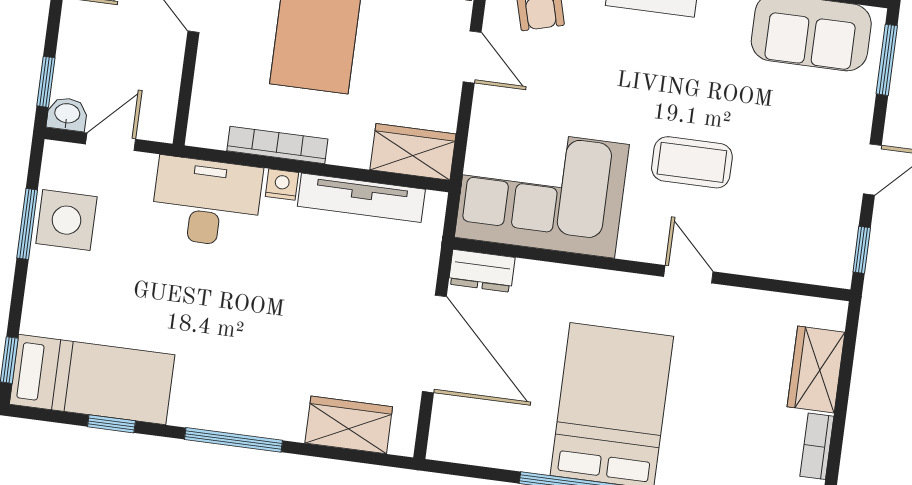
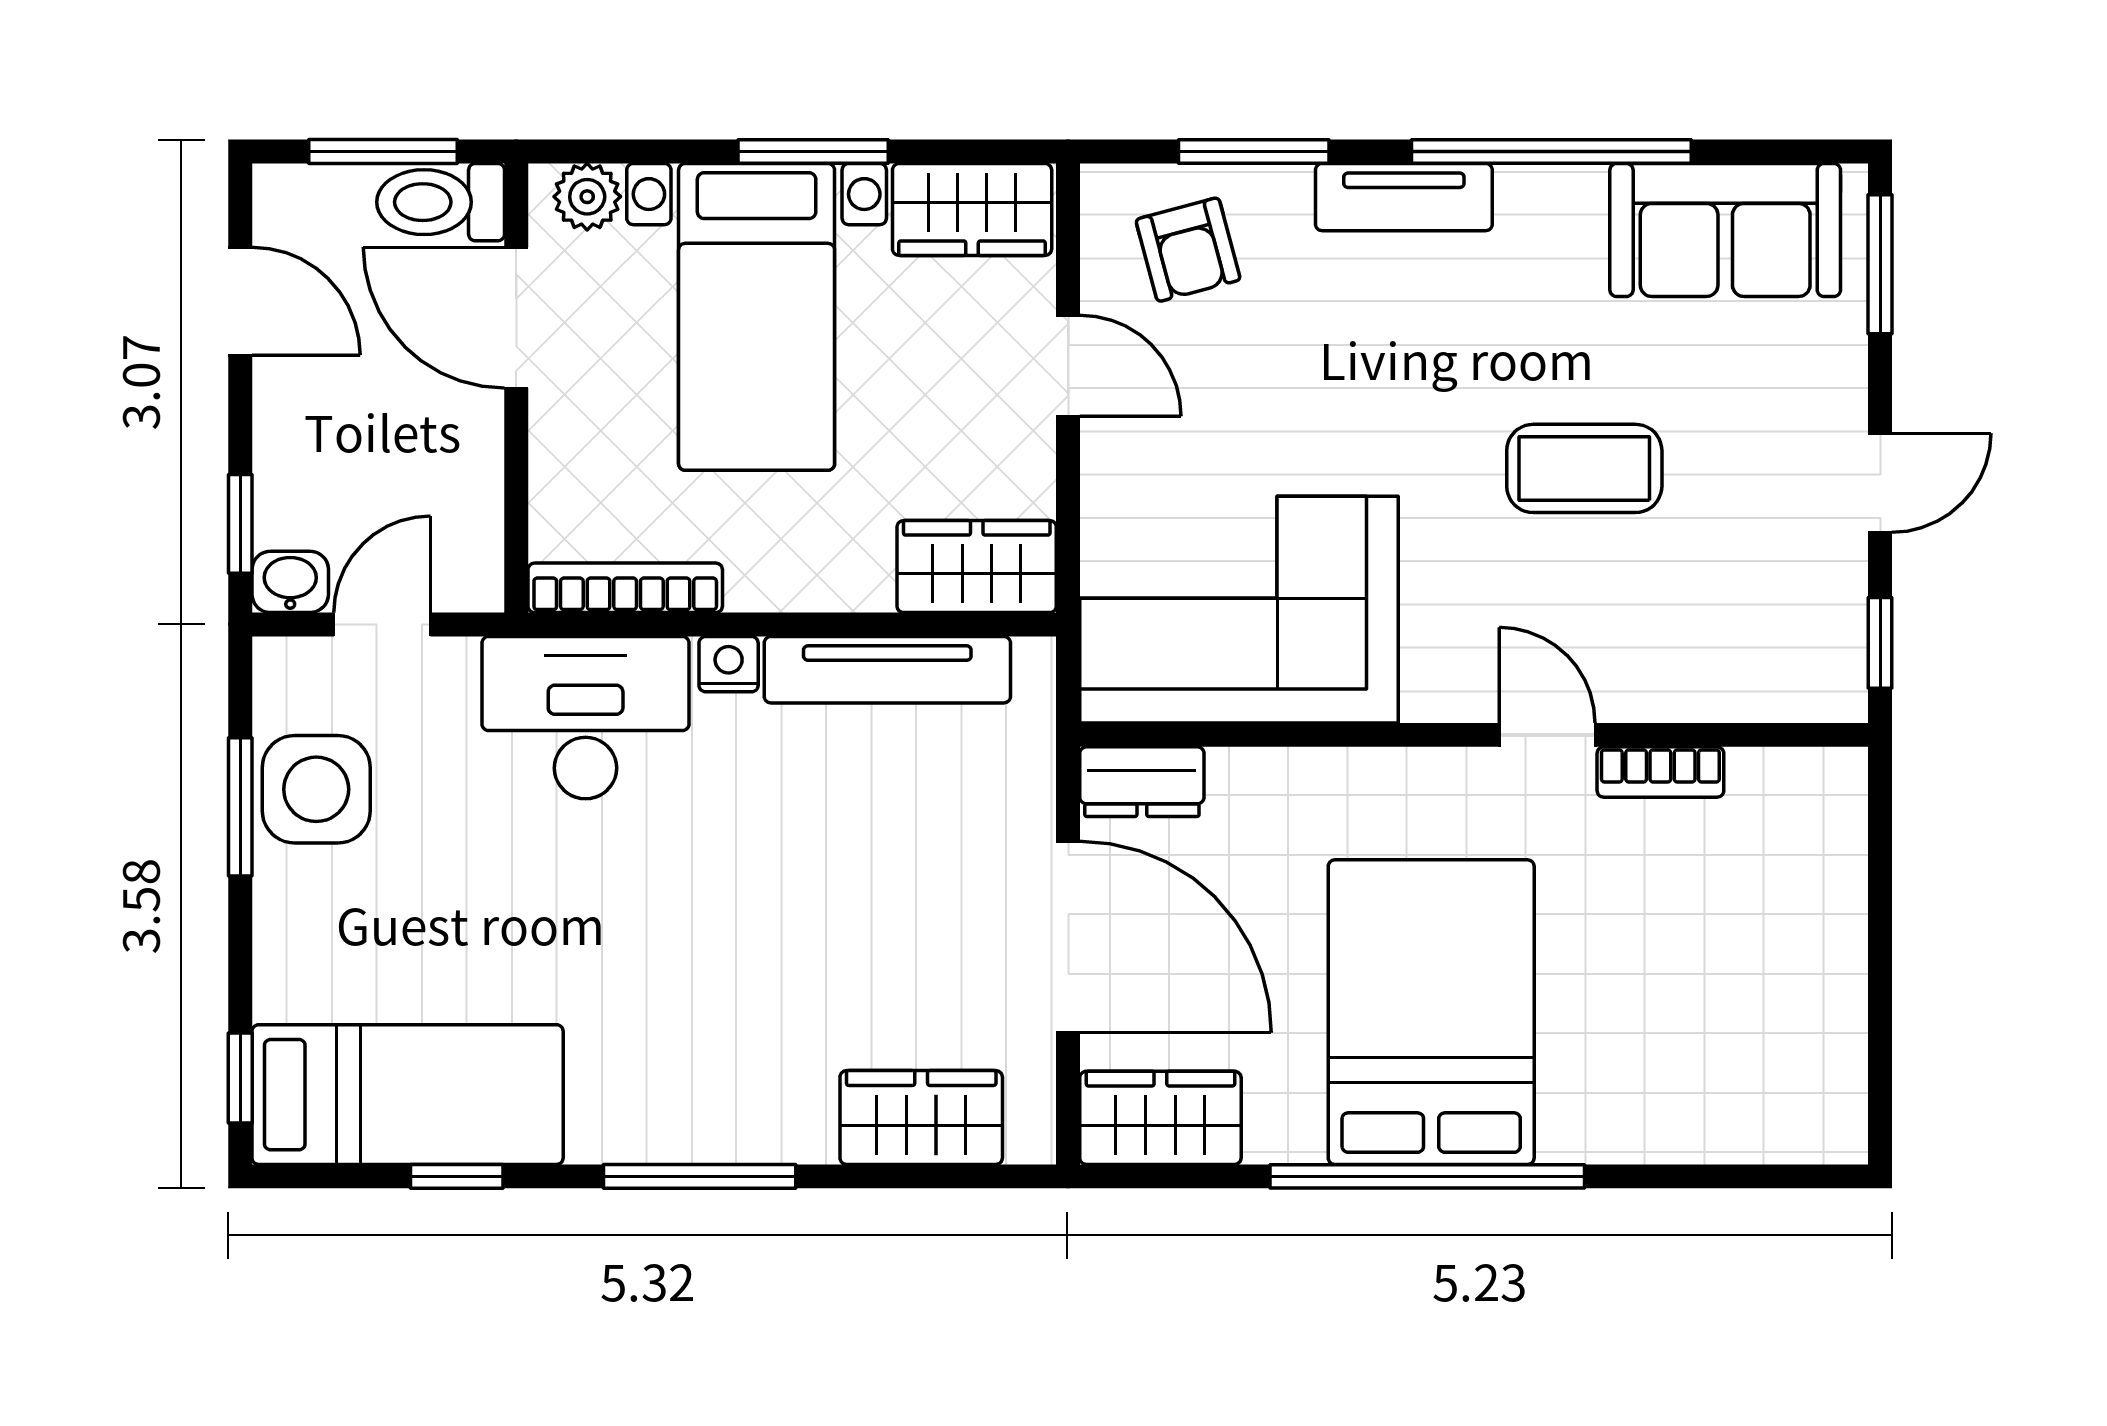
bookcase: (277, 145) -> (625, 588), moved
coffee table: (692, 162) -> (1584, 468), moved
wardrobe: (816, 369) -> (1160, 1118), moved, turned 90
bookcase: (817, 446) -> (1660, 772), moved, turned -90

